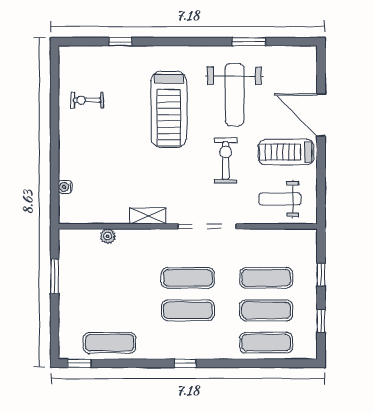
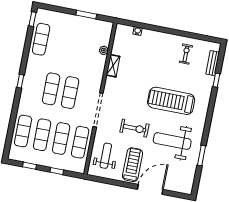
bench: (94, 53) -> (213, 63), added
shelving: (148, 216) -> (113, 66), moved
exercise mat: (266, 245) -> (80, 142), added

